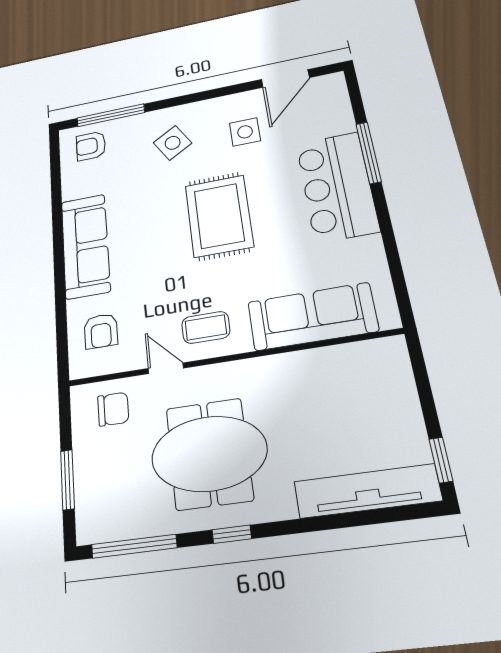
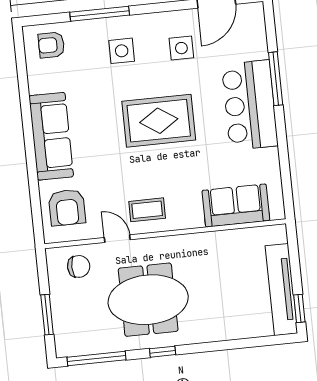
window: (111, 115) -> (100, 14), moved
side table: (173, 143) -> (122, 51), turned 31
rug: (219, 216) -> (159, 121), turned 90
sofa: (312, 316) -> (236, 205), width x0.73
armchair: (101, 331) -> (67, 207), width x1.38, depth x1.38
tv unit: (367, 491) -> (281, 290), moved, turned -90

